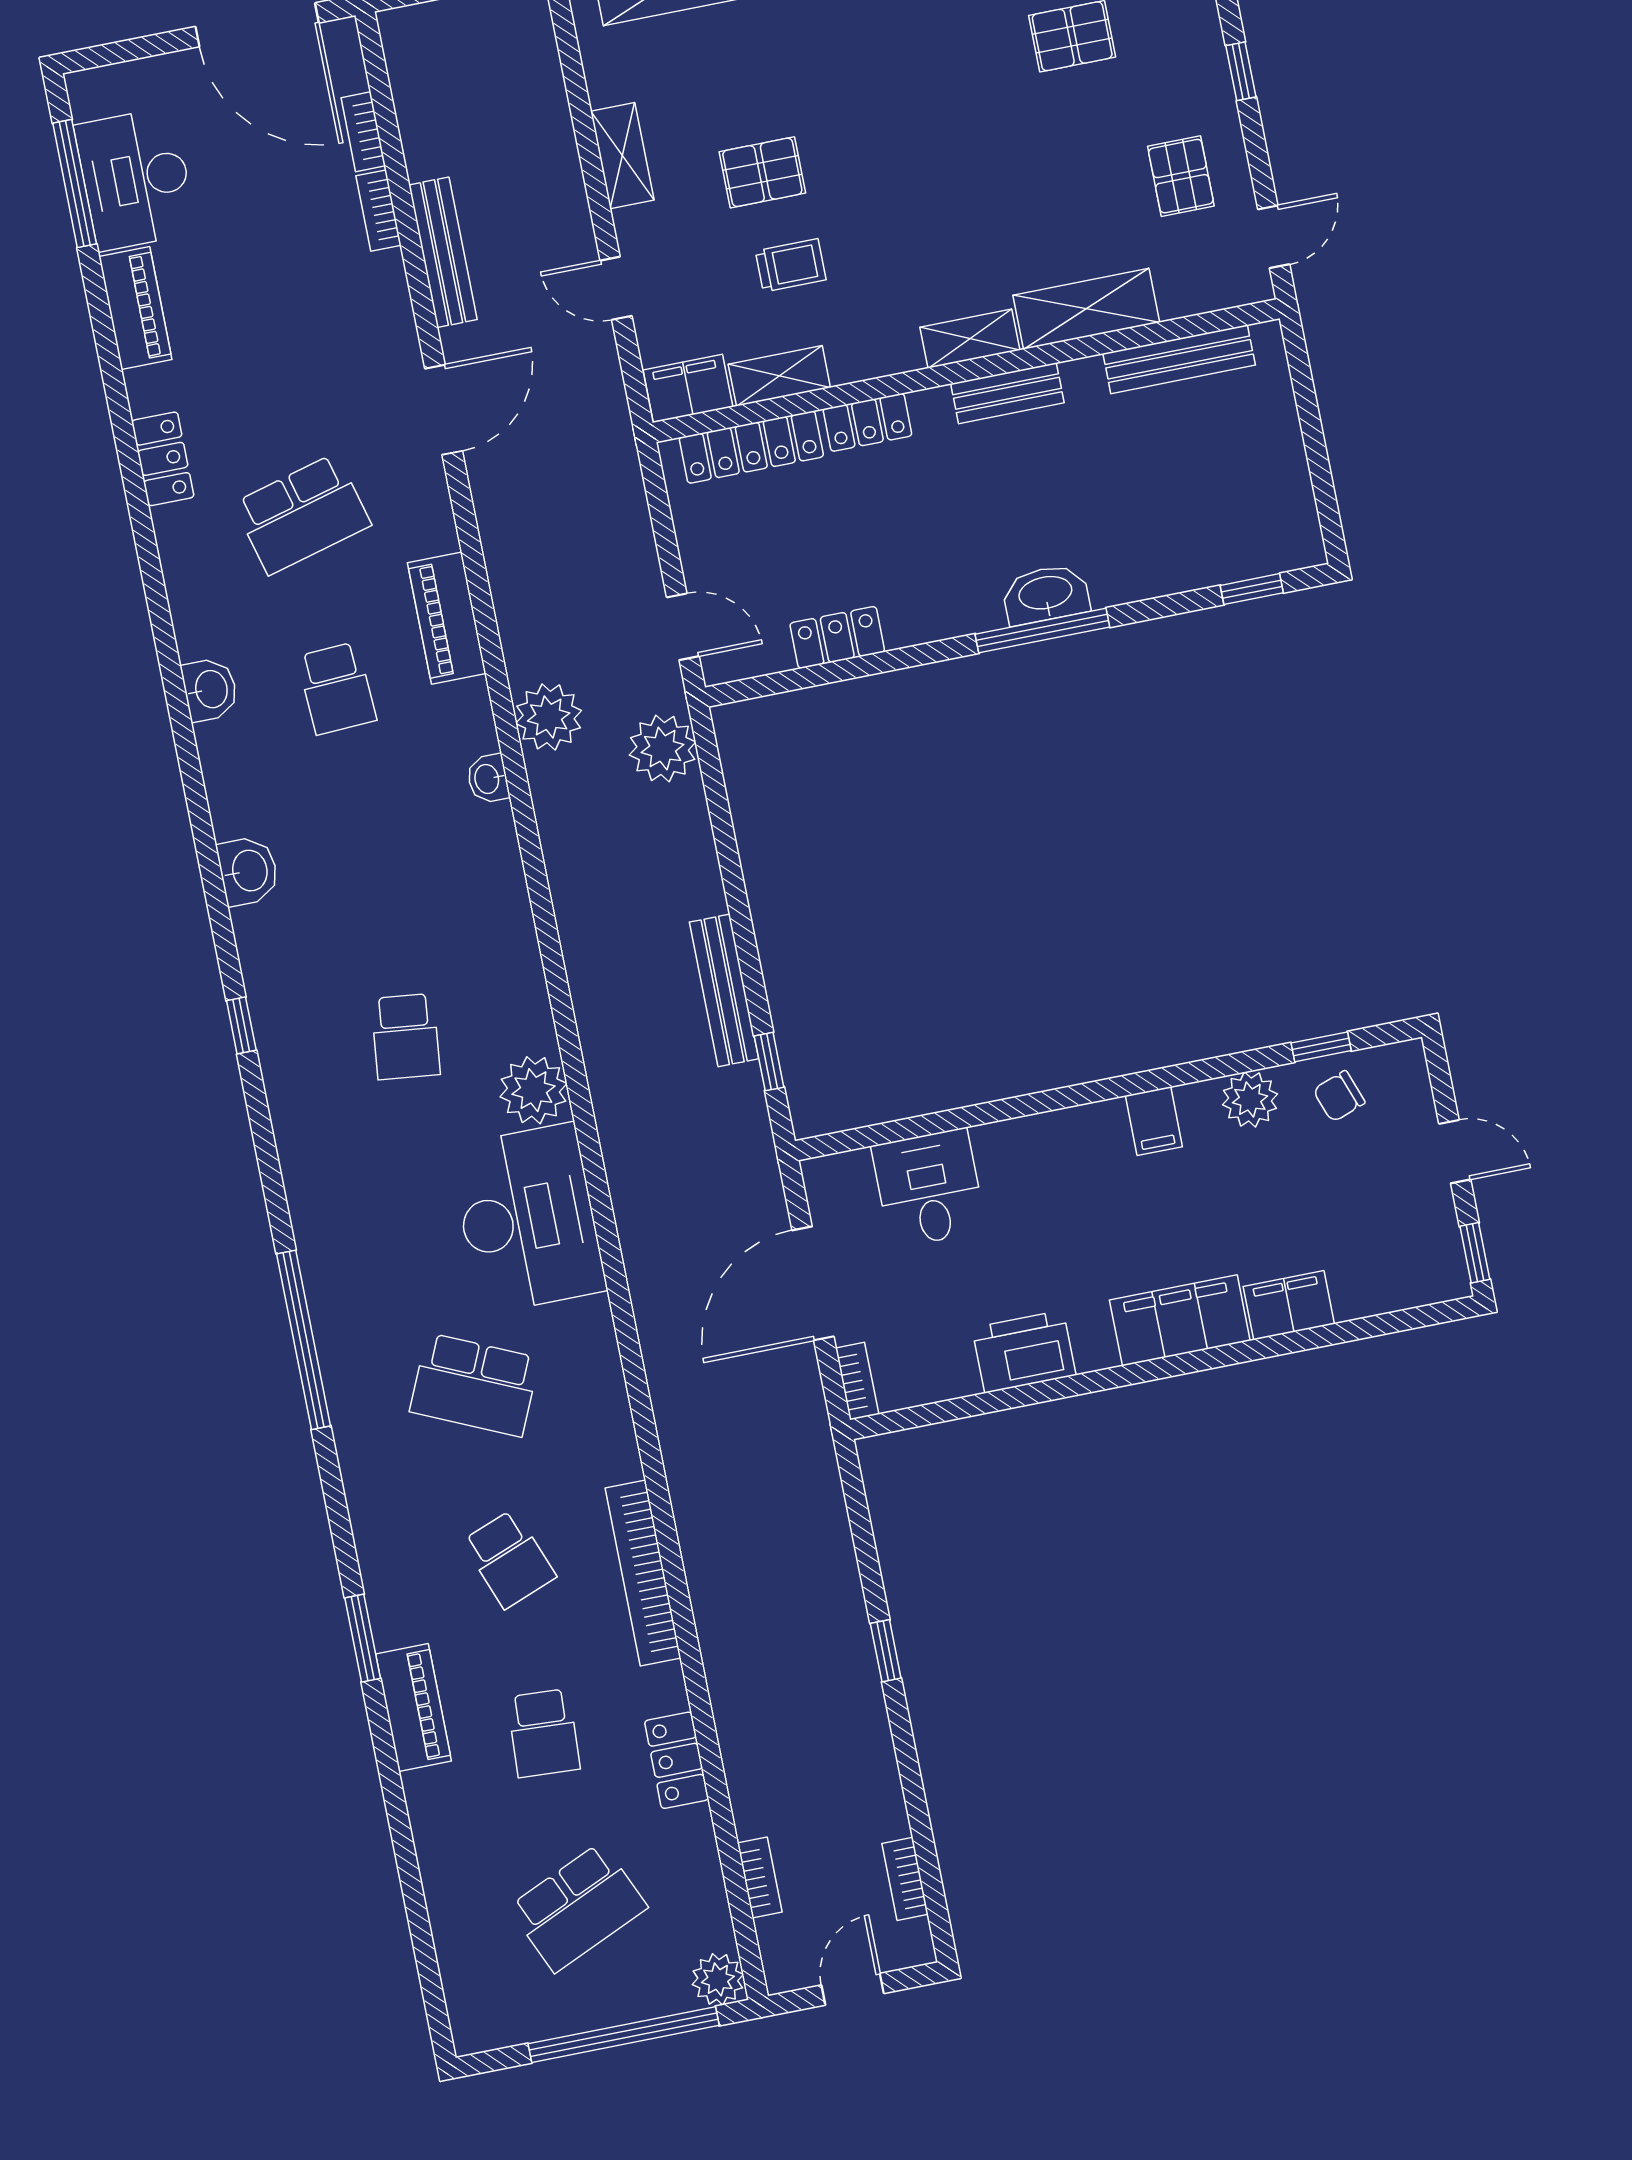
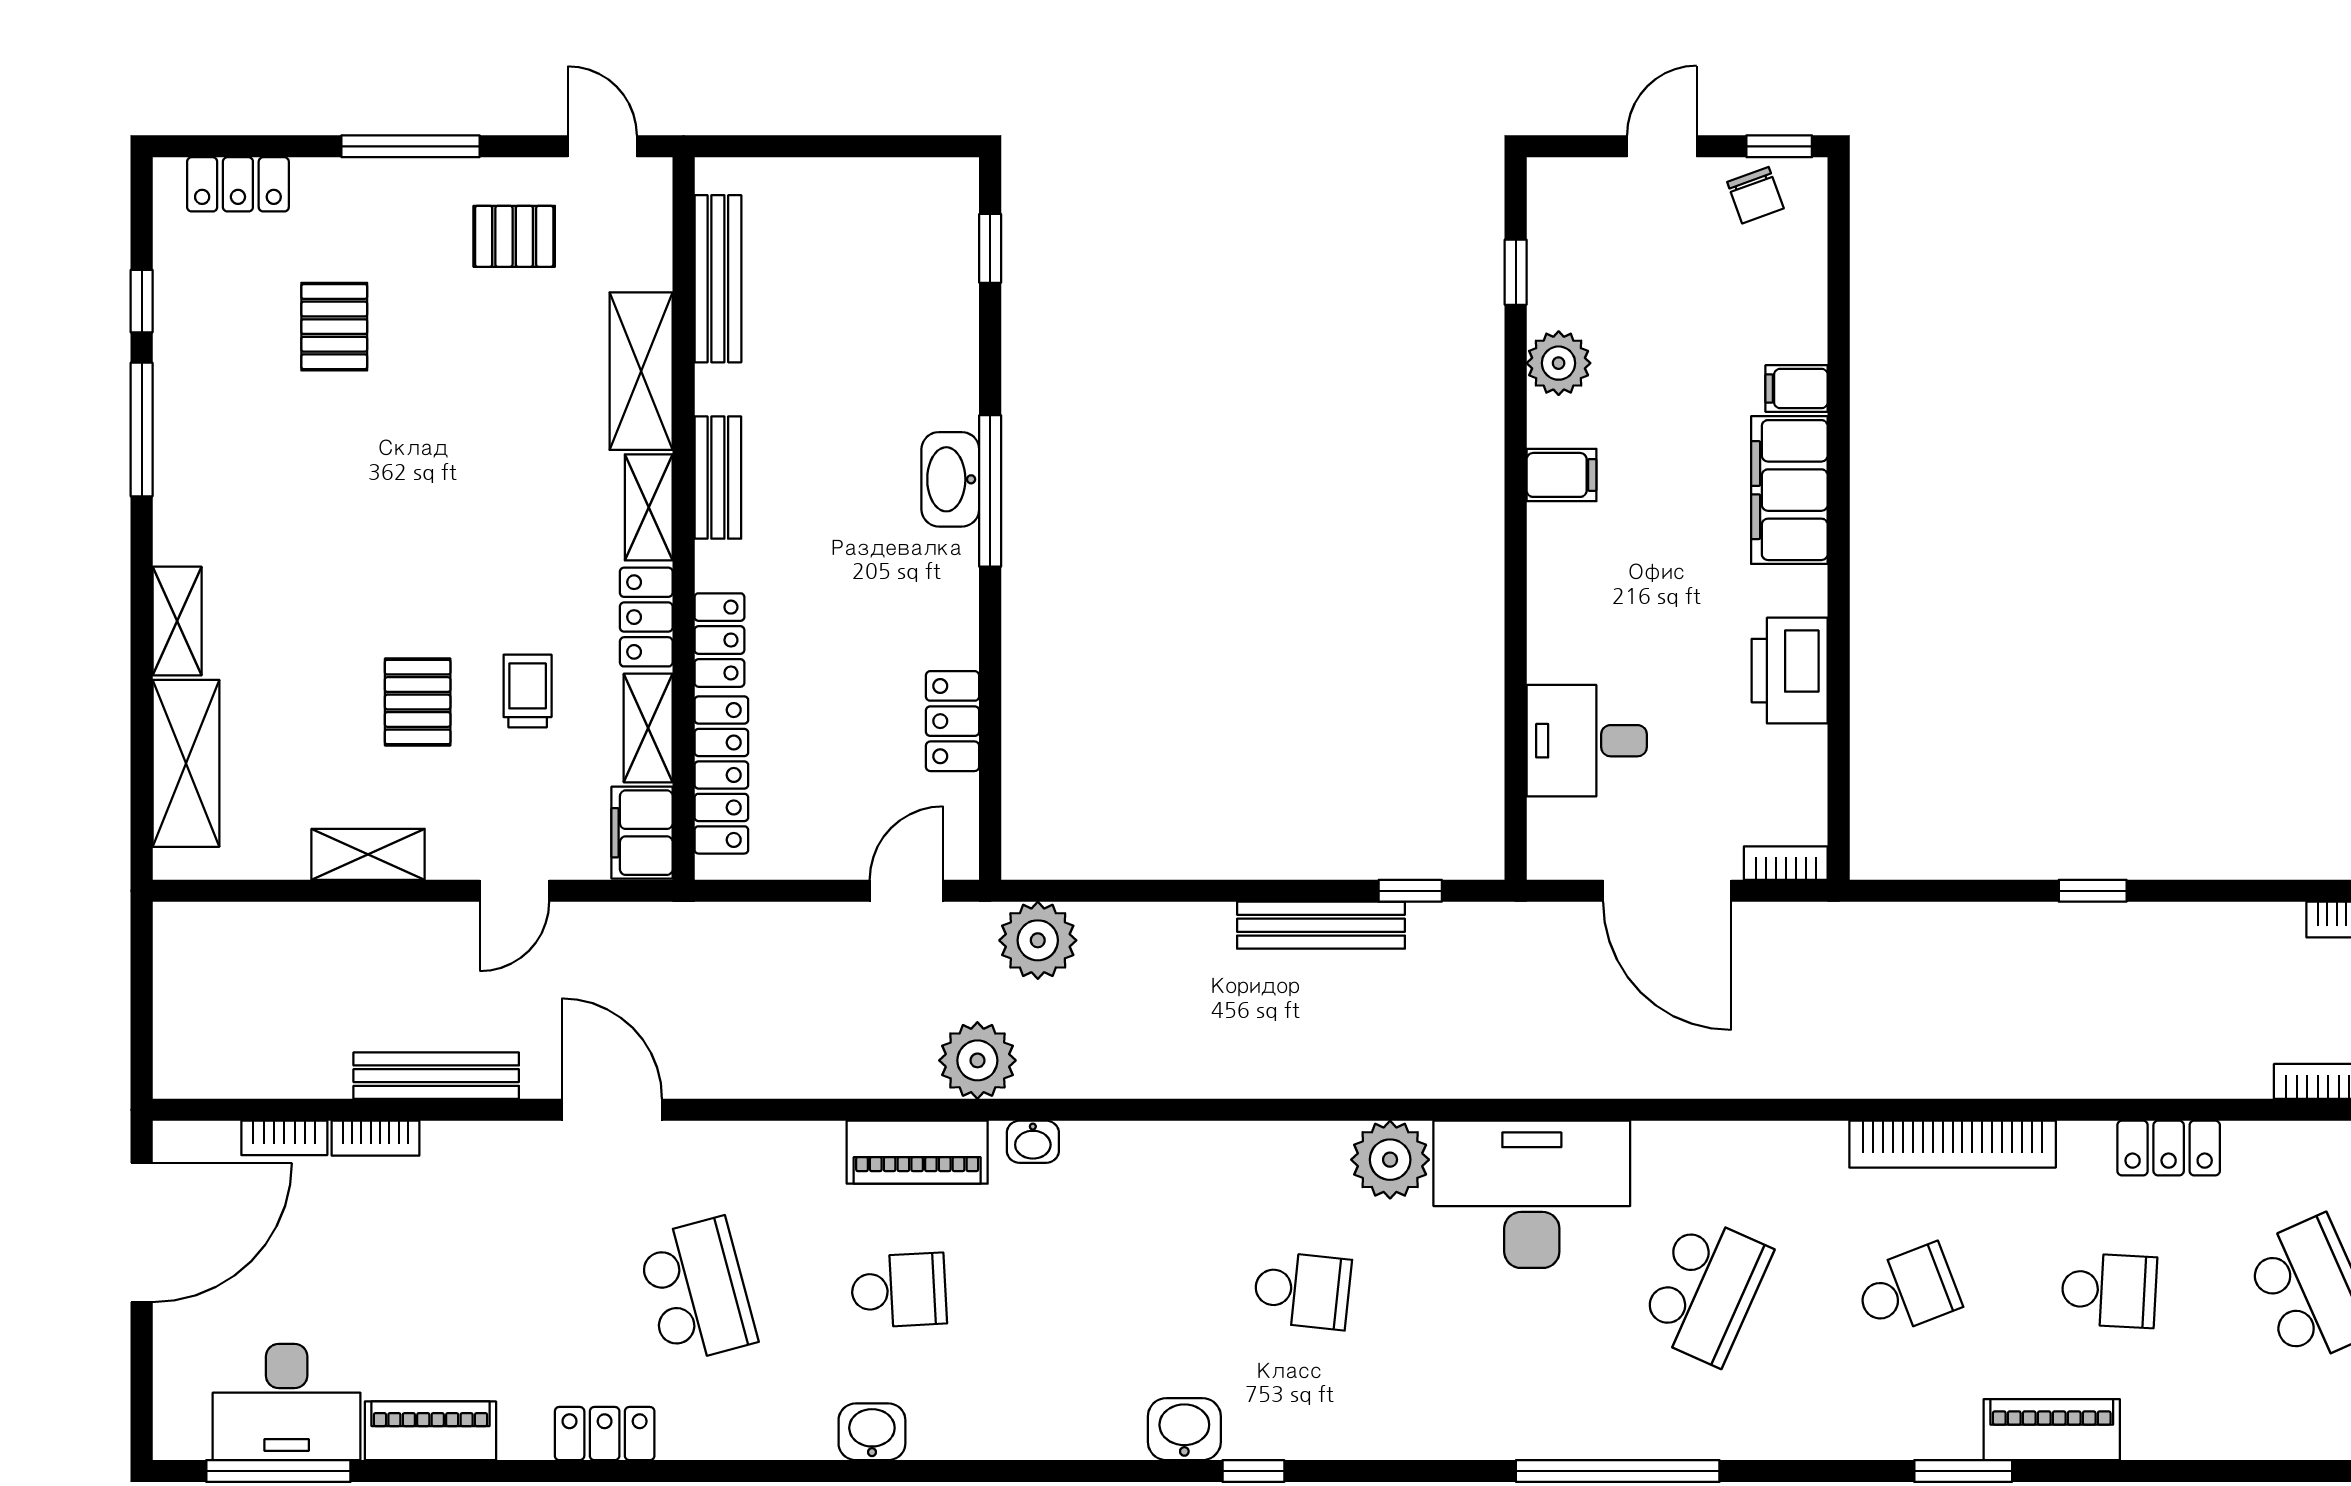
window: (1241, 71) -> (410, 146), width x2.17
locker: (875, 355) -> (646, 617), added
piano: (447, 618) -> (917, 1152), moved
washbasin: (248, 871) -> (1184, 1429), moved
chair: (1339, 1096) -> (1755, 195), moved
filing cabinet: (1289, 1305) -> (1797, 388), width x0.50

